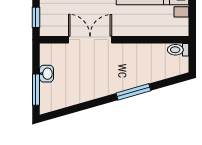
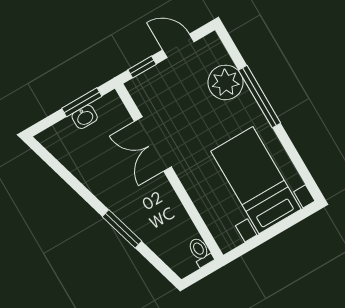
double door: (90, 40) -> (153, 144), swing flipped
window: (36, 90) -> (82, 102), moved

